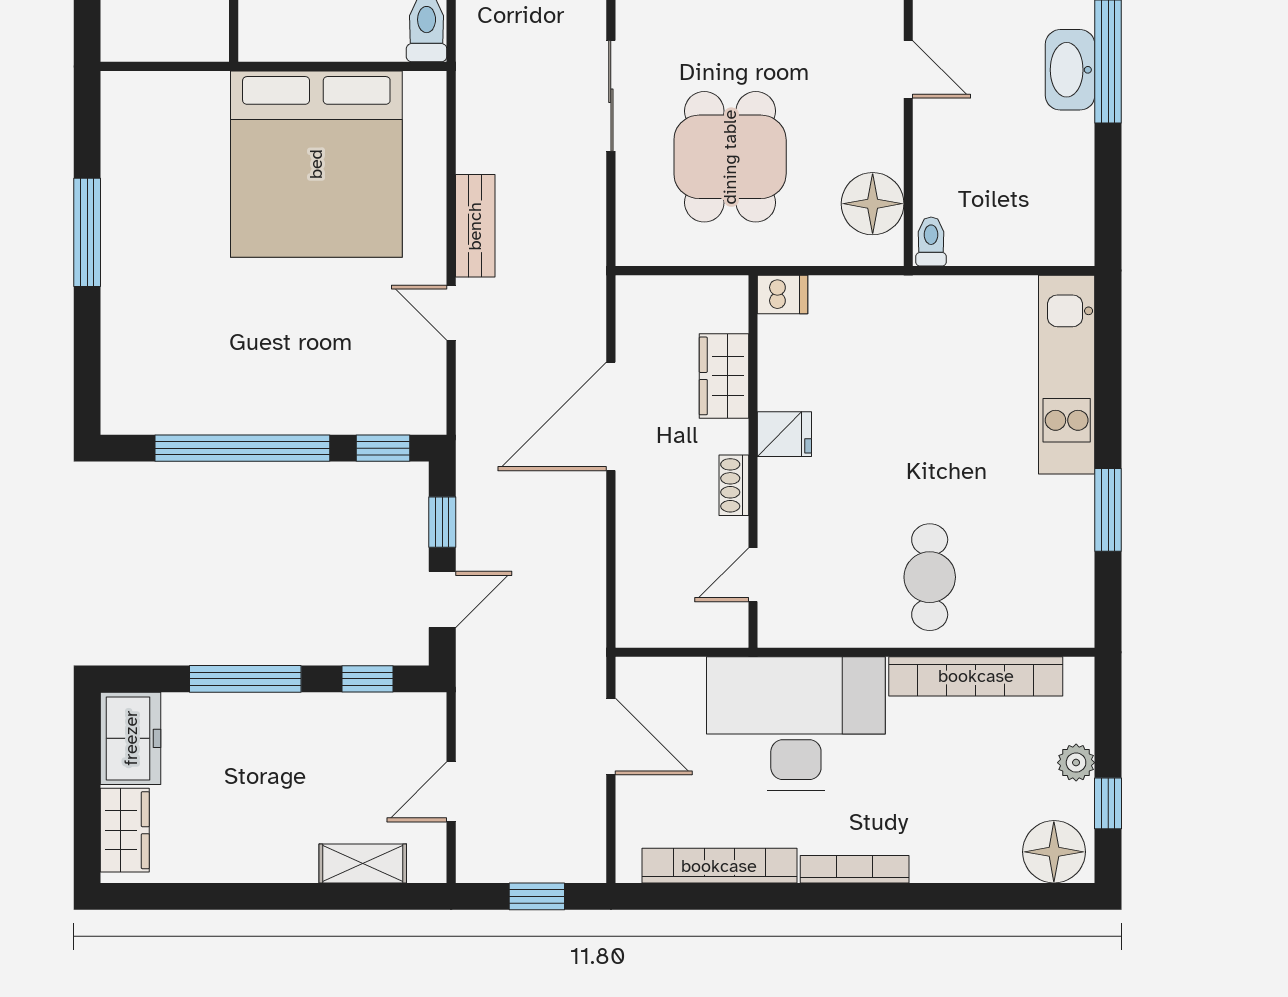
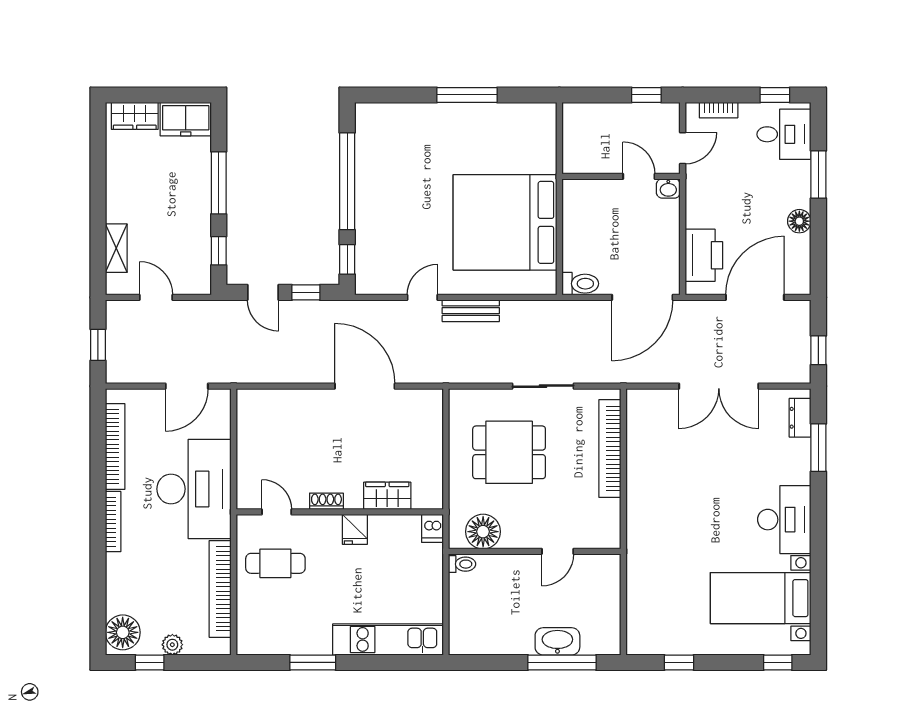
dishwasher: (782, 294) -> (433, 528), moved
wardrobe: (724, 376) -> (387, 496), moved
fridge: (784, 434) -> (355, 529), moved
wall: (753, 461) -> (340, 512), moved
shoe rack: (734, 485) -> (326, 501), moved
door: (753, 575) -> (277, 512), moved

